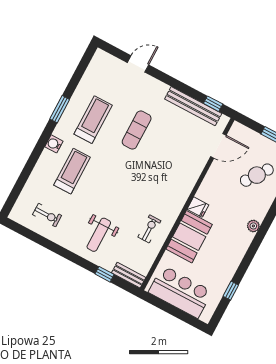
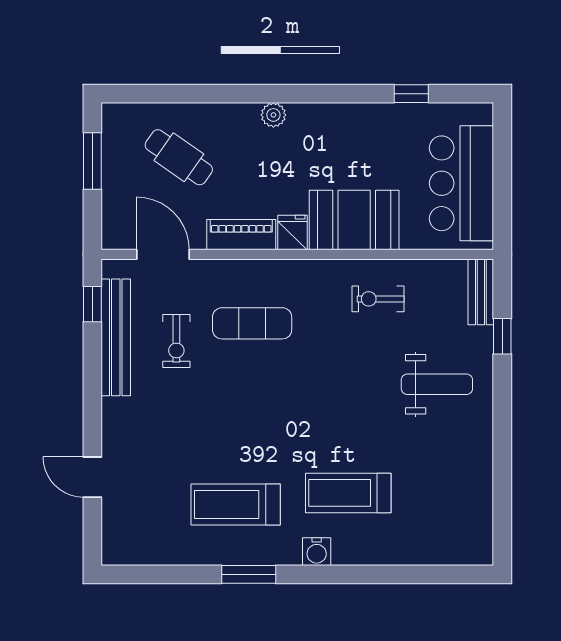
exercise mat: (137, 130) -> (252, 323), moved
piano: (209, 184) -> (241, 235), added
exercise bike: (47, 215) -> (176, 341), moved, turned 180

